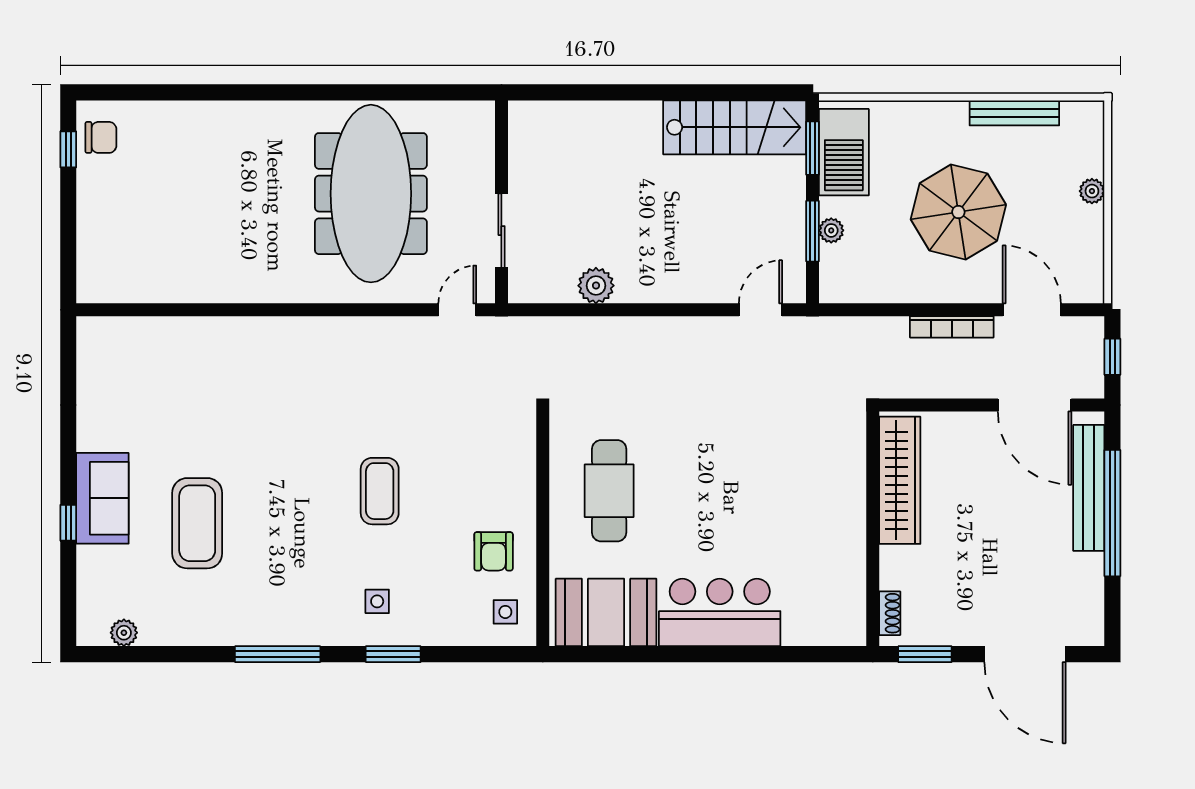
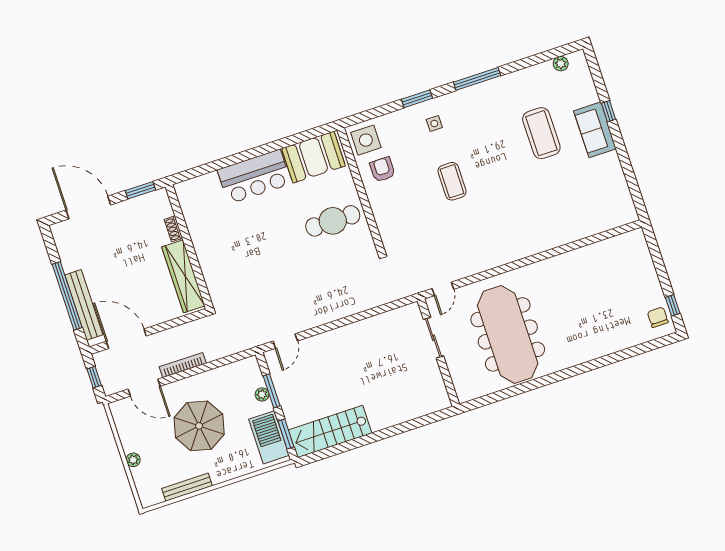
chair: (101, 137) -> (658, 317), turned 90
plant: (596, 286) -> (375, 325), removed
cafe table: (609, 491) -> (333, 221), turned 90
side table: (505, 612) -> (366, 140), width x1.87, depth x1.87
shoe rack: (890, 613) -> (173, 229), moved

